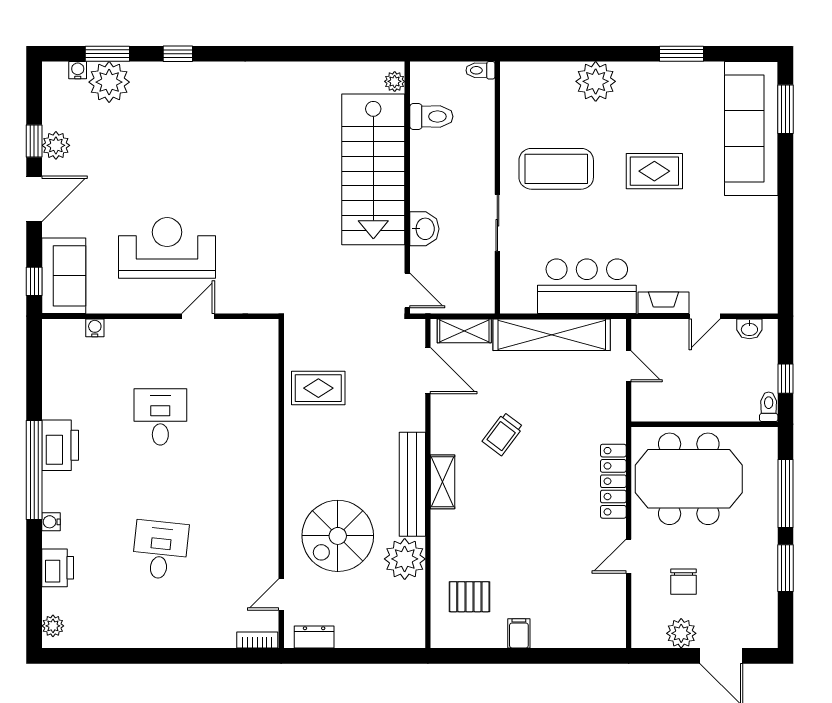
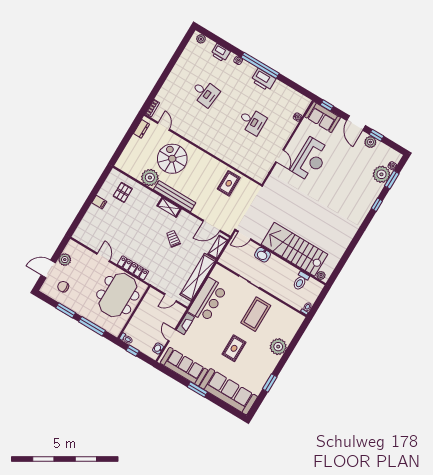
window: (786, 109) -> (197, 389), moved
sofa: (755, 252) -> (184, 367), added
chair: (684, 582) -> (63, 287), moved

